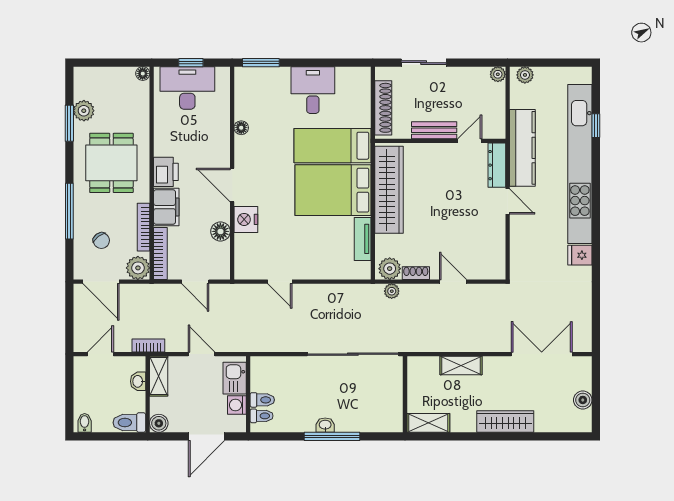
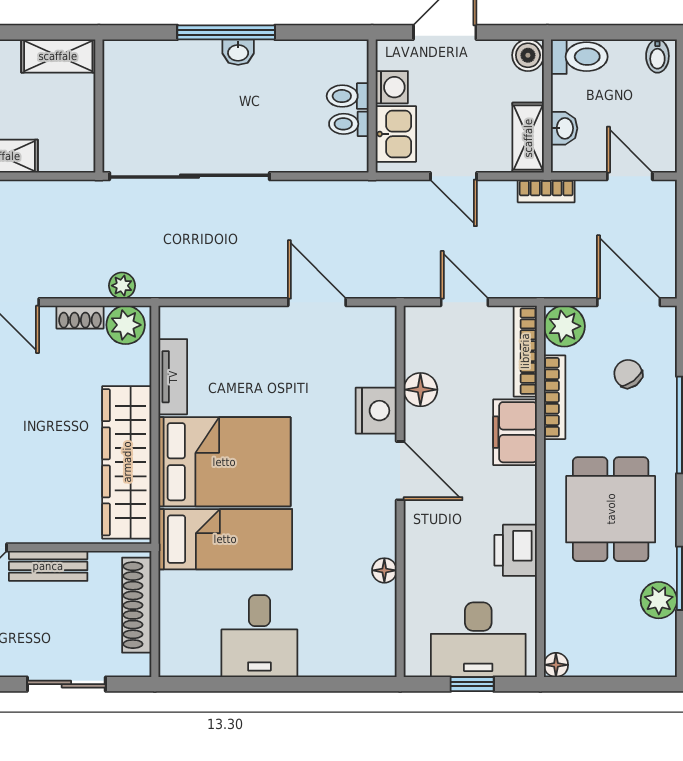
window: (261, 63) -> (350, 684), removed
printer: (166, 172) -> (516, 550), moved
door: (280, 282) -> (317, 302), width x1.38
door: (100, 354) -> (630, 176), swing flipped
toilet: (262, 416) -> (349, 124), moved

